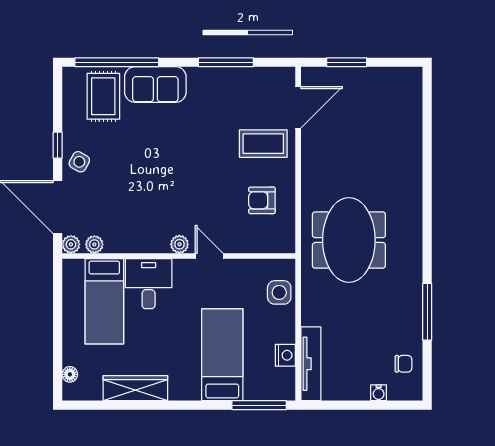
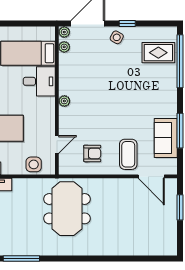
sofa: (155, 85) -> (166, 138), moved
armchair: (262, 200) -> (92, 153), turned 90
meeting table: (349, 240) -> (67, 209), turned 90
door: (209, 256) -> (57, 144), moved

